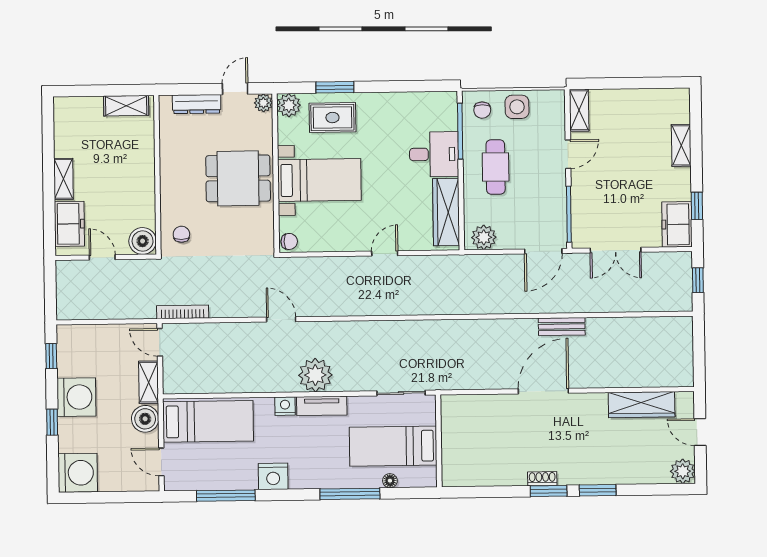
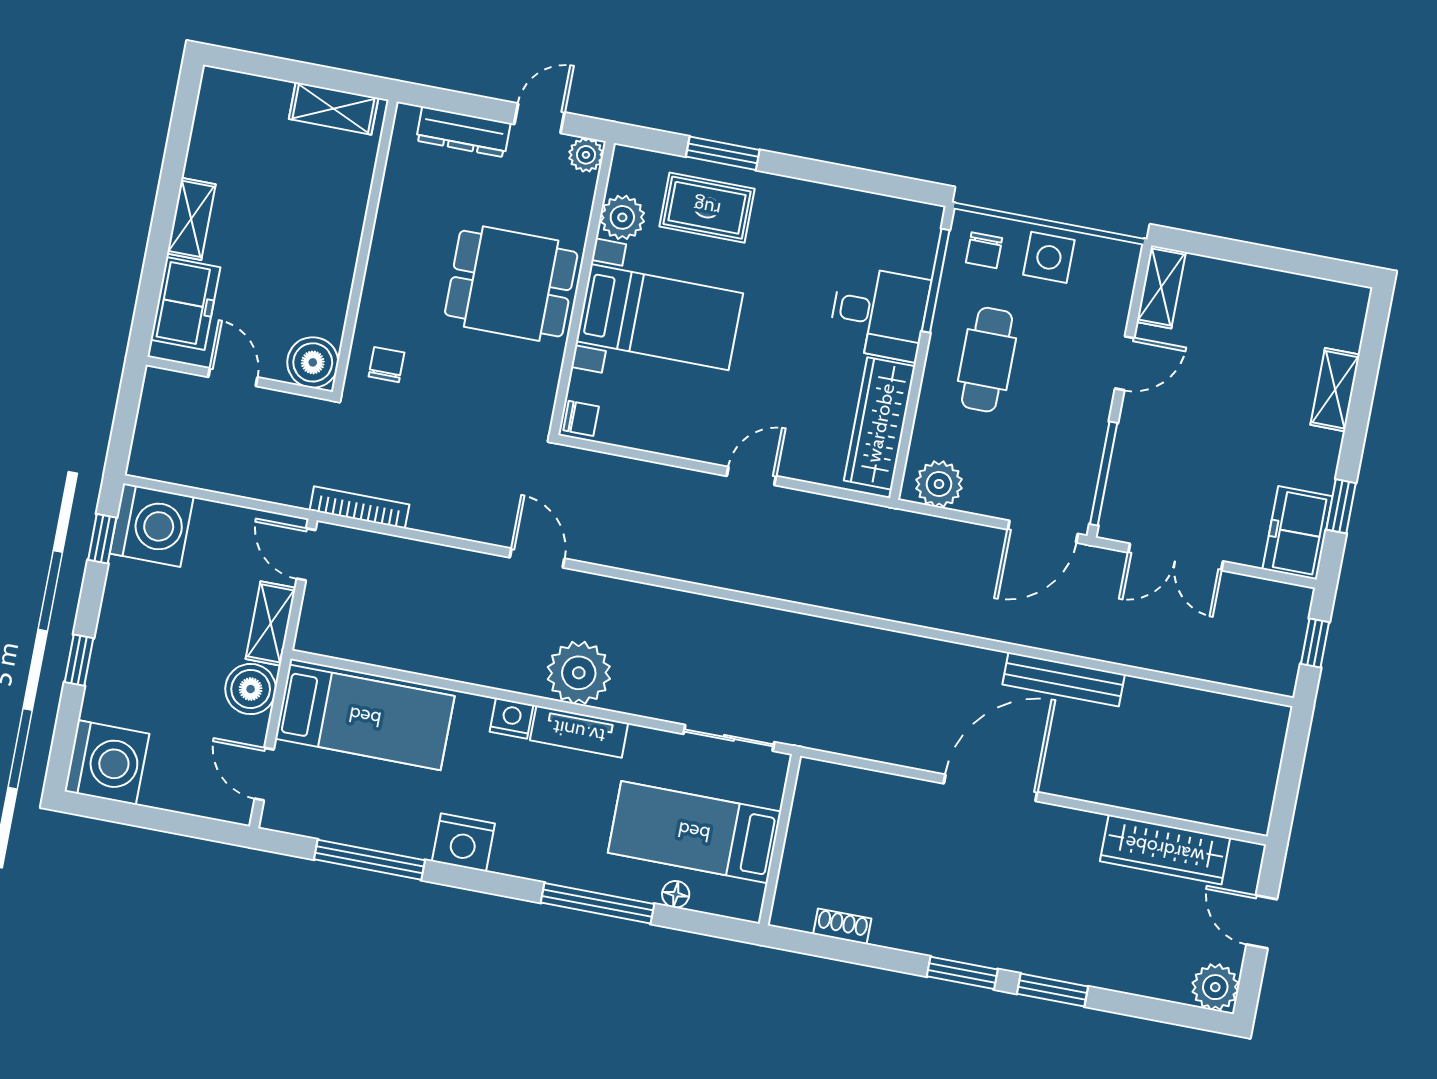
plant: (289, 105) -> (622, 217), moved
bench: (562, 326) -> (1064, 679), width x1.36
washing machine: (76, 397) -> (152, 525), moved
shoe rack: (542, 479) -> (842, 926), moved

